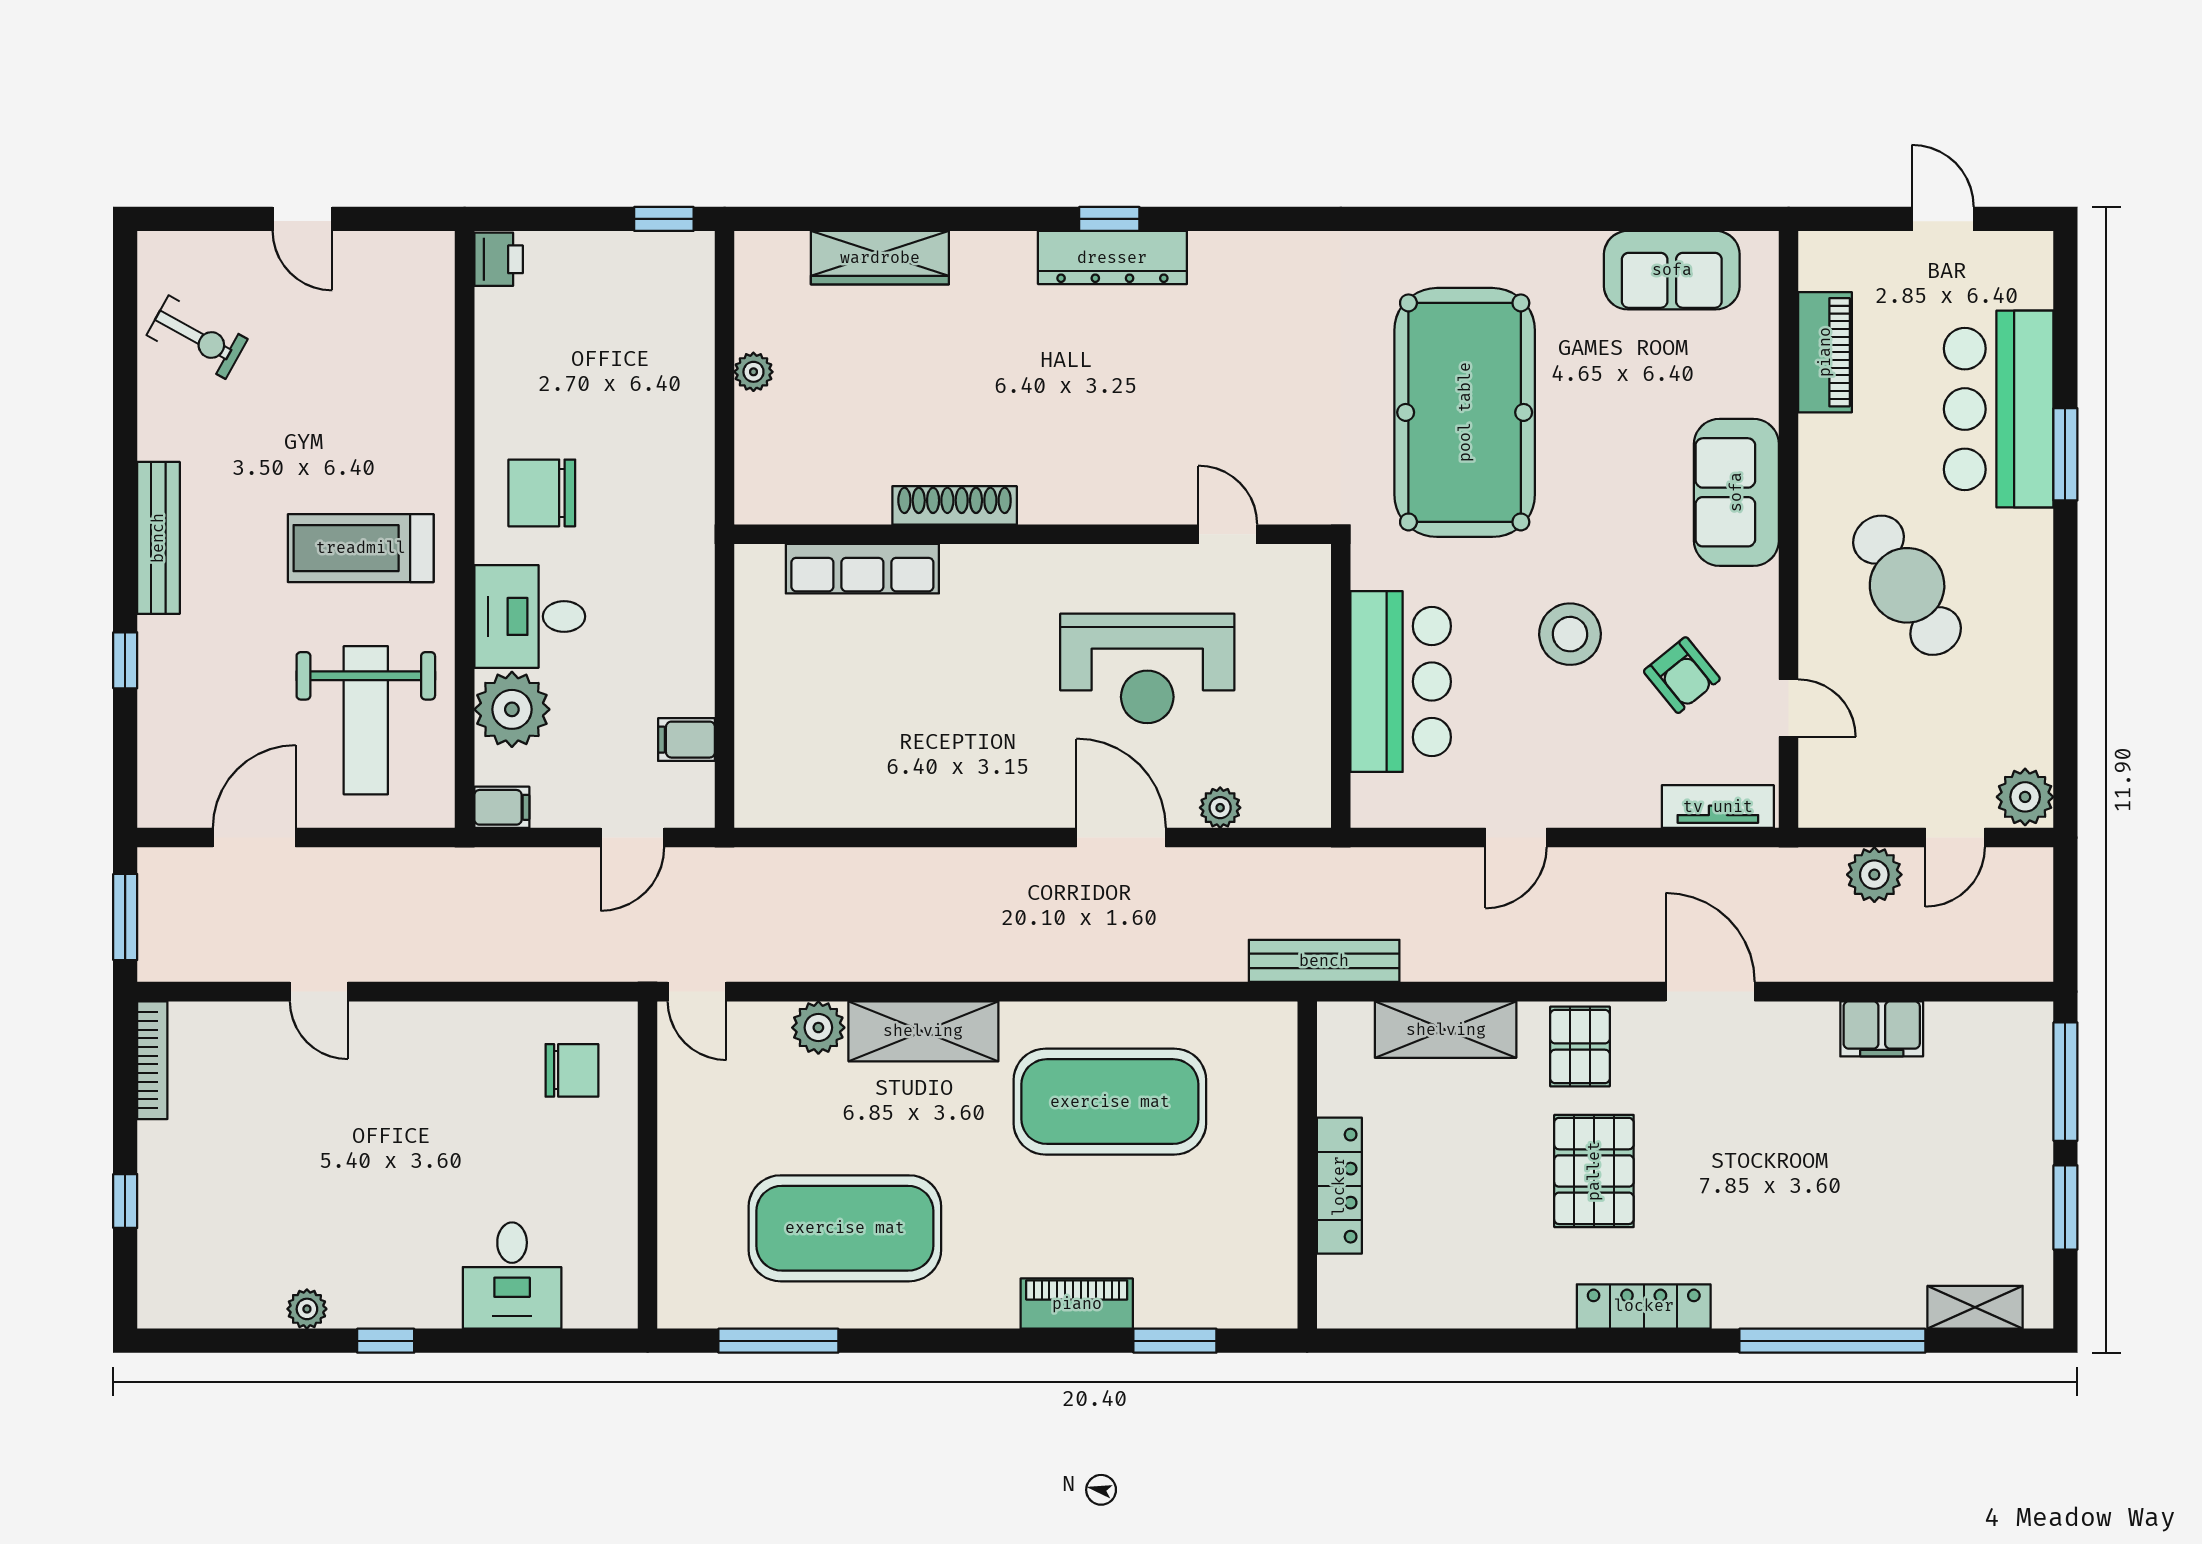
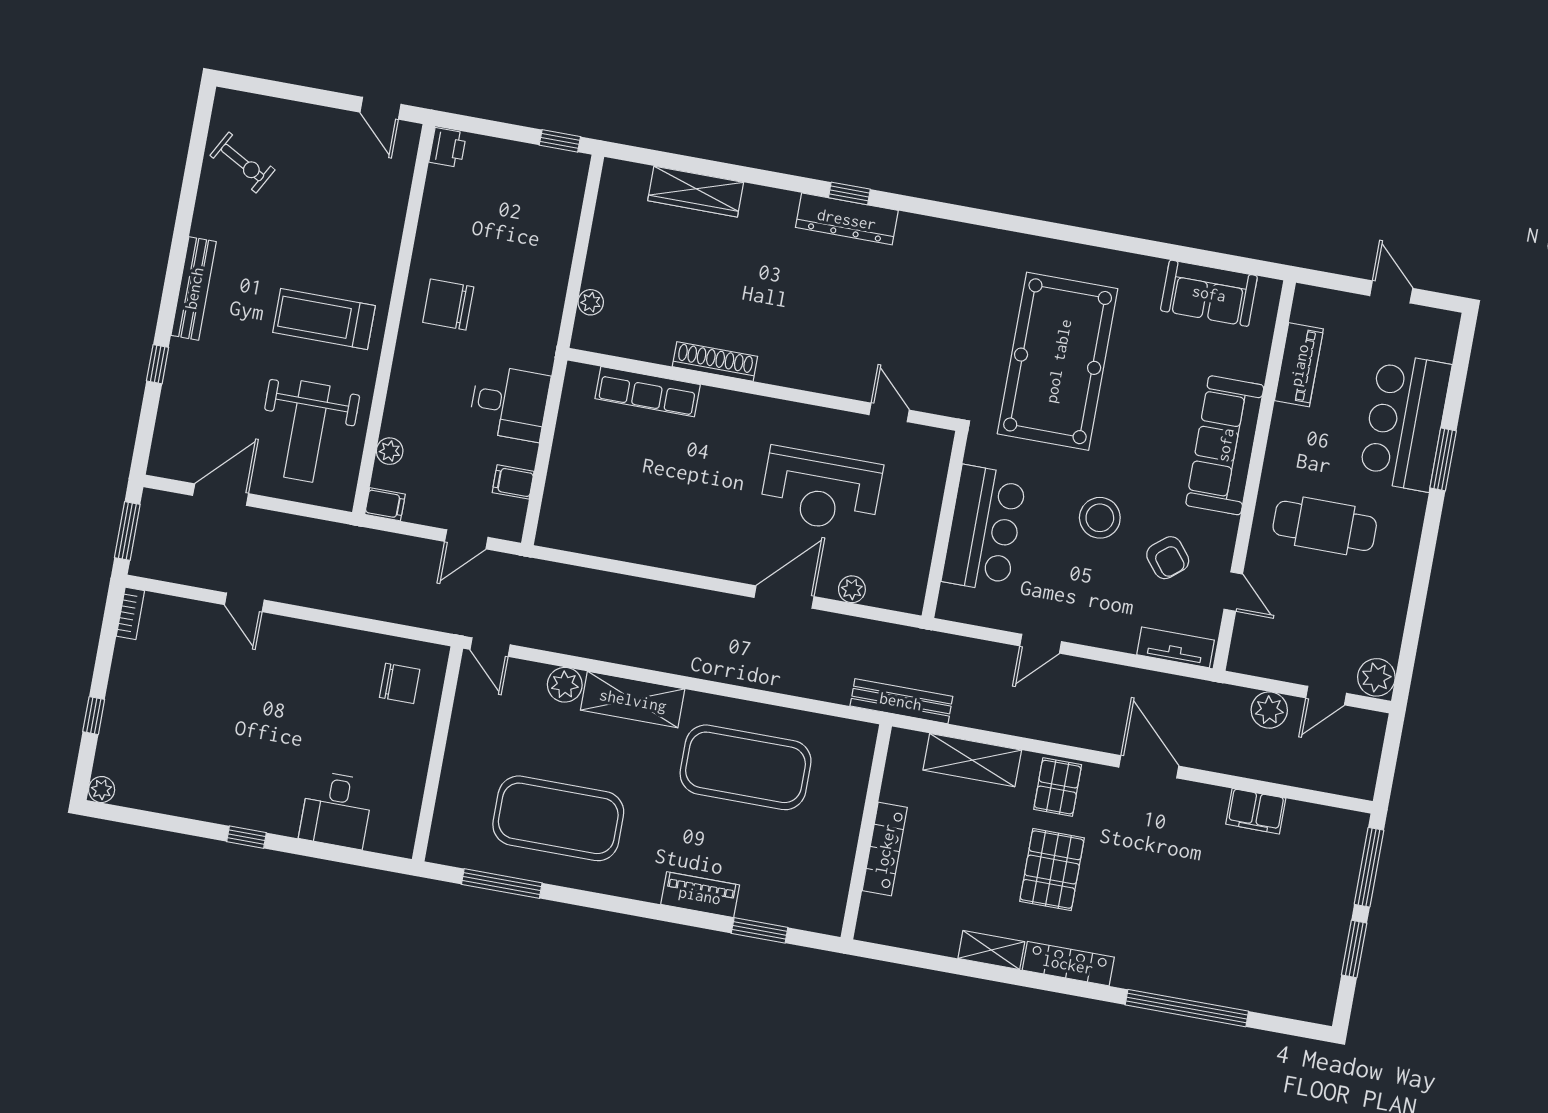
door: (302, 219) -> (381, 108), moved
plant: (753, 372) -> (591, 302), moved
sofa: (1736, 492) -> (1225, 445), width x1.36
cafe table: (1907, 585) -> (1325, 526), turned -58
desk: (530, 616) -> (509, 403), moved, turned 180
plant: (512, 709) -> (390, 451), width x0.53, depth x0.53
door: (1121, 838) -> (784, 597), hinge flipped
bookcase: (152, 1060) -> (130, 613), width x0.64
shelving: (1975, 1307) -> (991, 950), moved
plant: (307, 1309) -> (102, 790), moved

